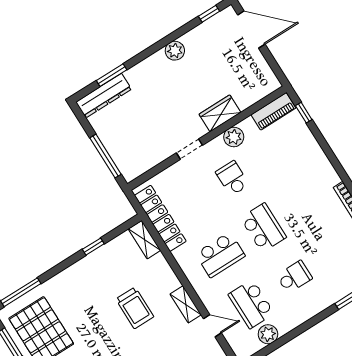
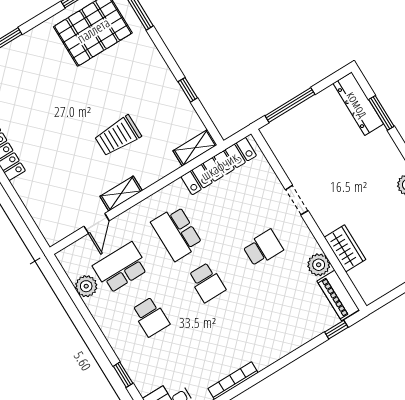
wardrobe: (220, 113) -> (345, 248), moved
plant: (234, 137) -> (319, 265), moved
school desk: (263, 228) -> (207, 282), width x0.54

